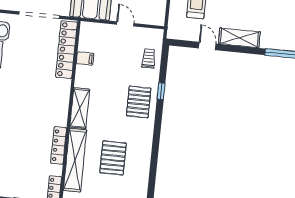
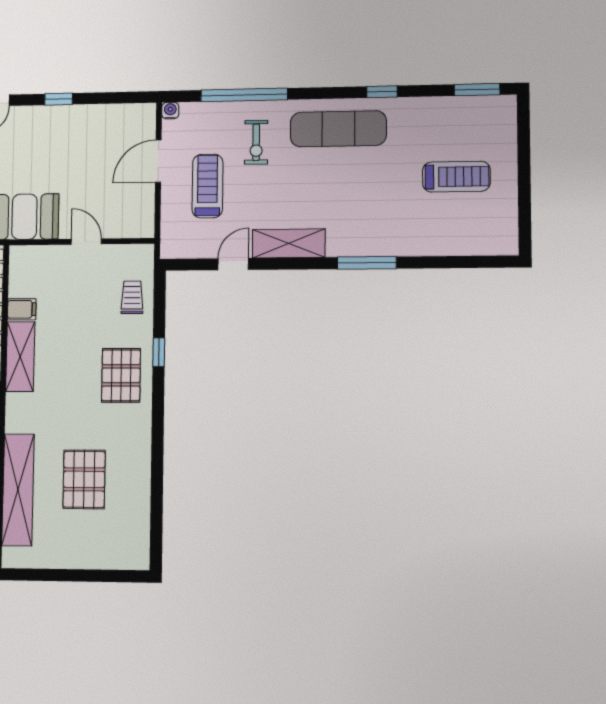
door: (207, 46) -> (233, 264), hinge flipped
shelving: (80, 108) -> (20, 357), moved

